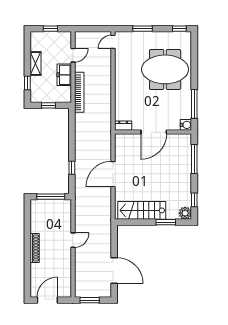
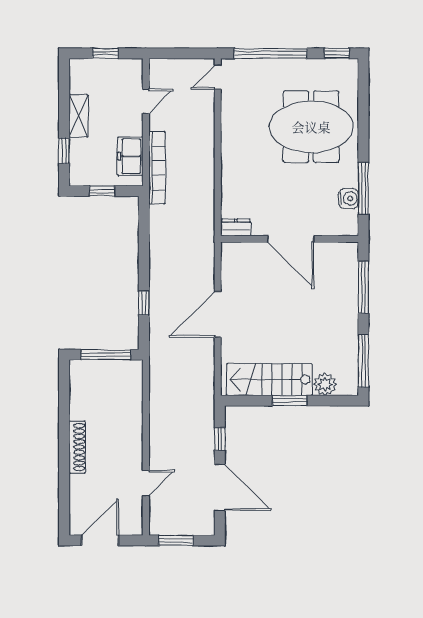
window: (142, 29) -> (271, 53), width x2.11
freezer: (64, 75) -> (130, 156), moved
water cooler: (186, 125) -> (349, 199), moved
door: (154, 132) -> (291, 239), hinge flipped
window: (194, 200) -> (363, 361), width x2.17
plant: (185, 213) -> (325, 384), moved
window: (166, 222) -> (290, 401), moved
door: (73, 240) -> (146, 483), moved
window: (114, 244) -> (220, 439), added

